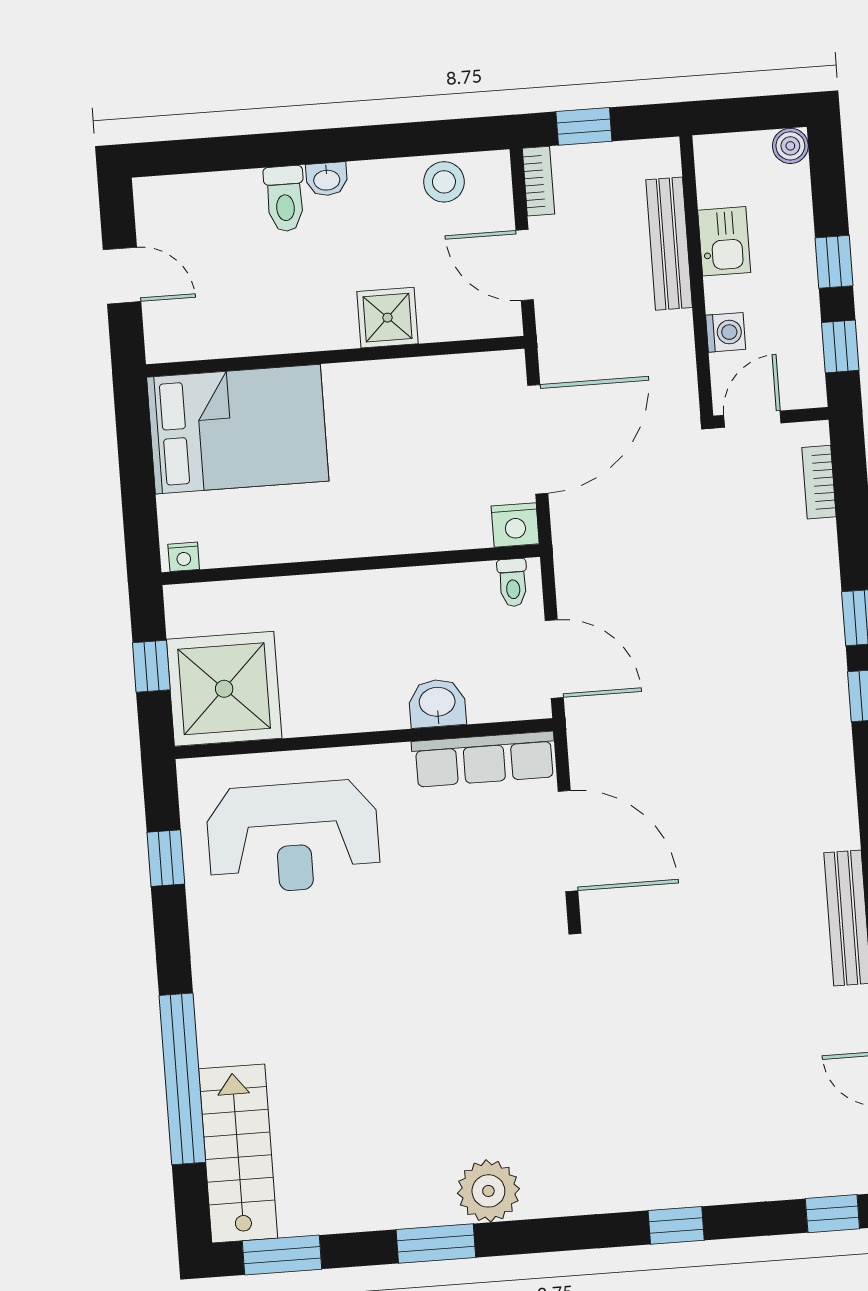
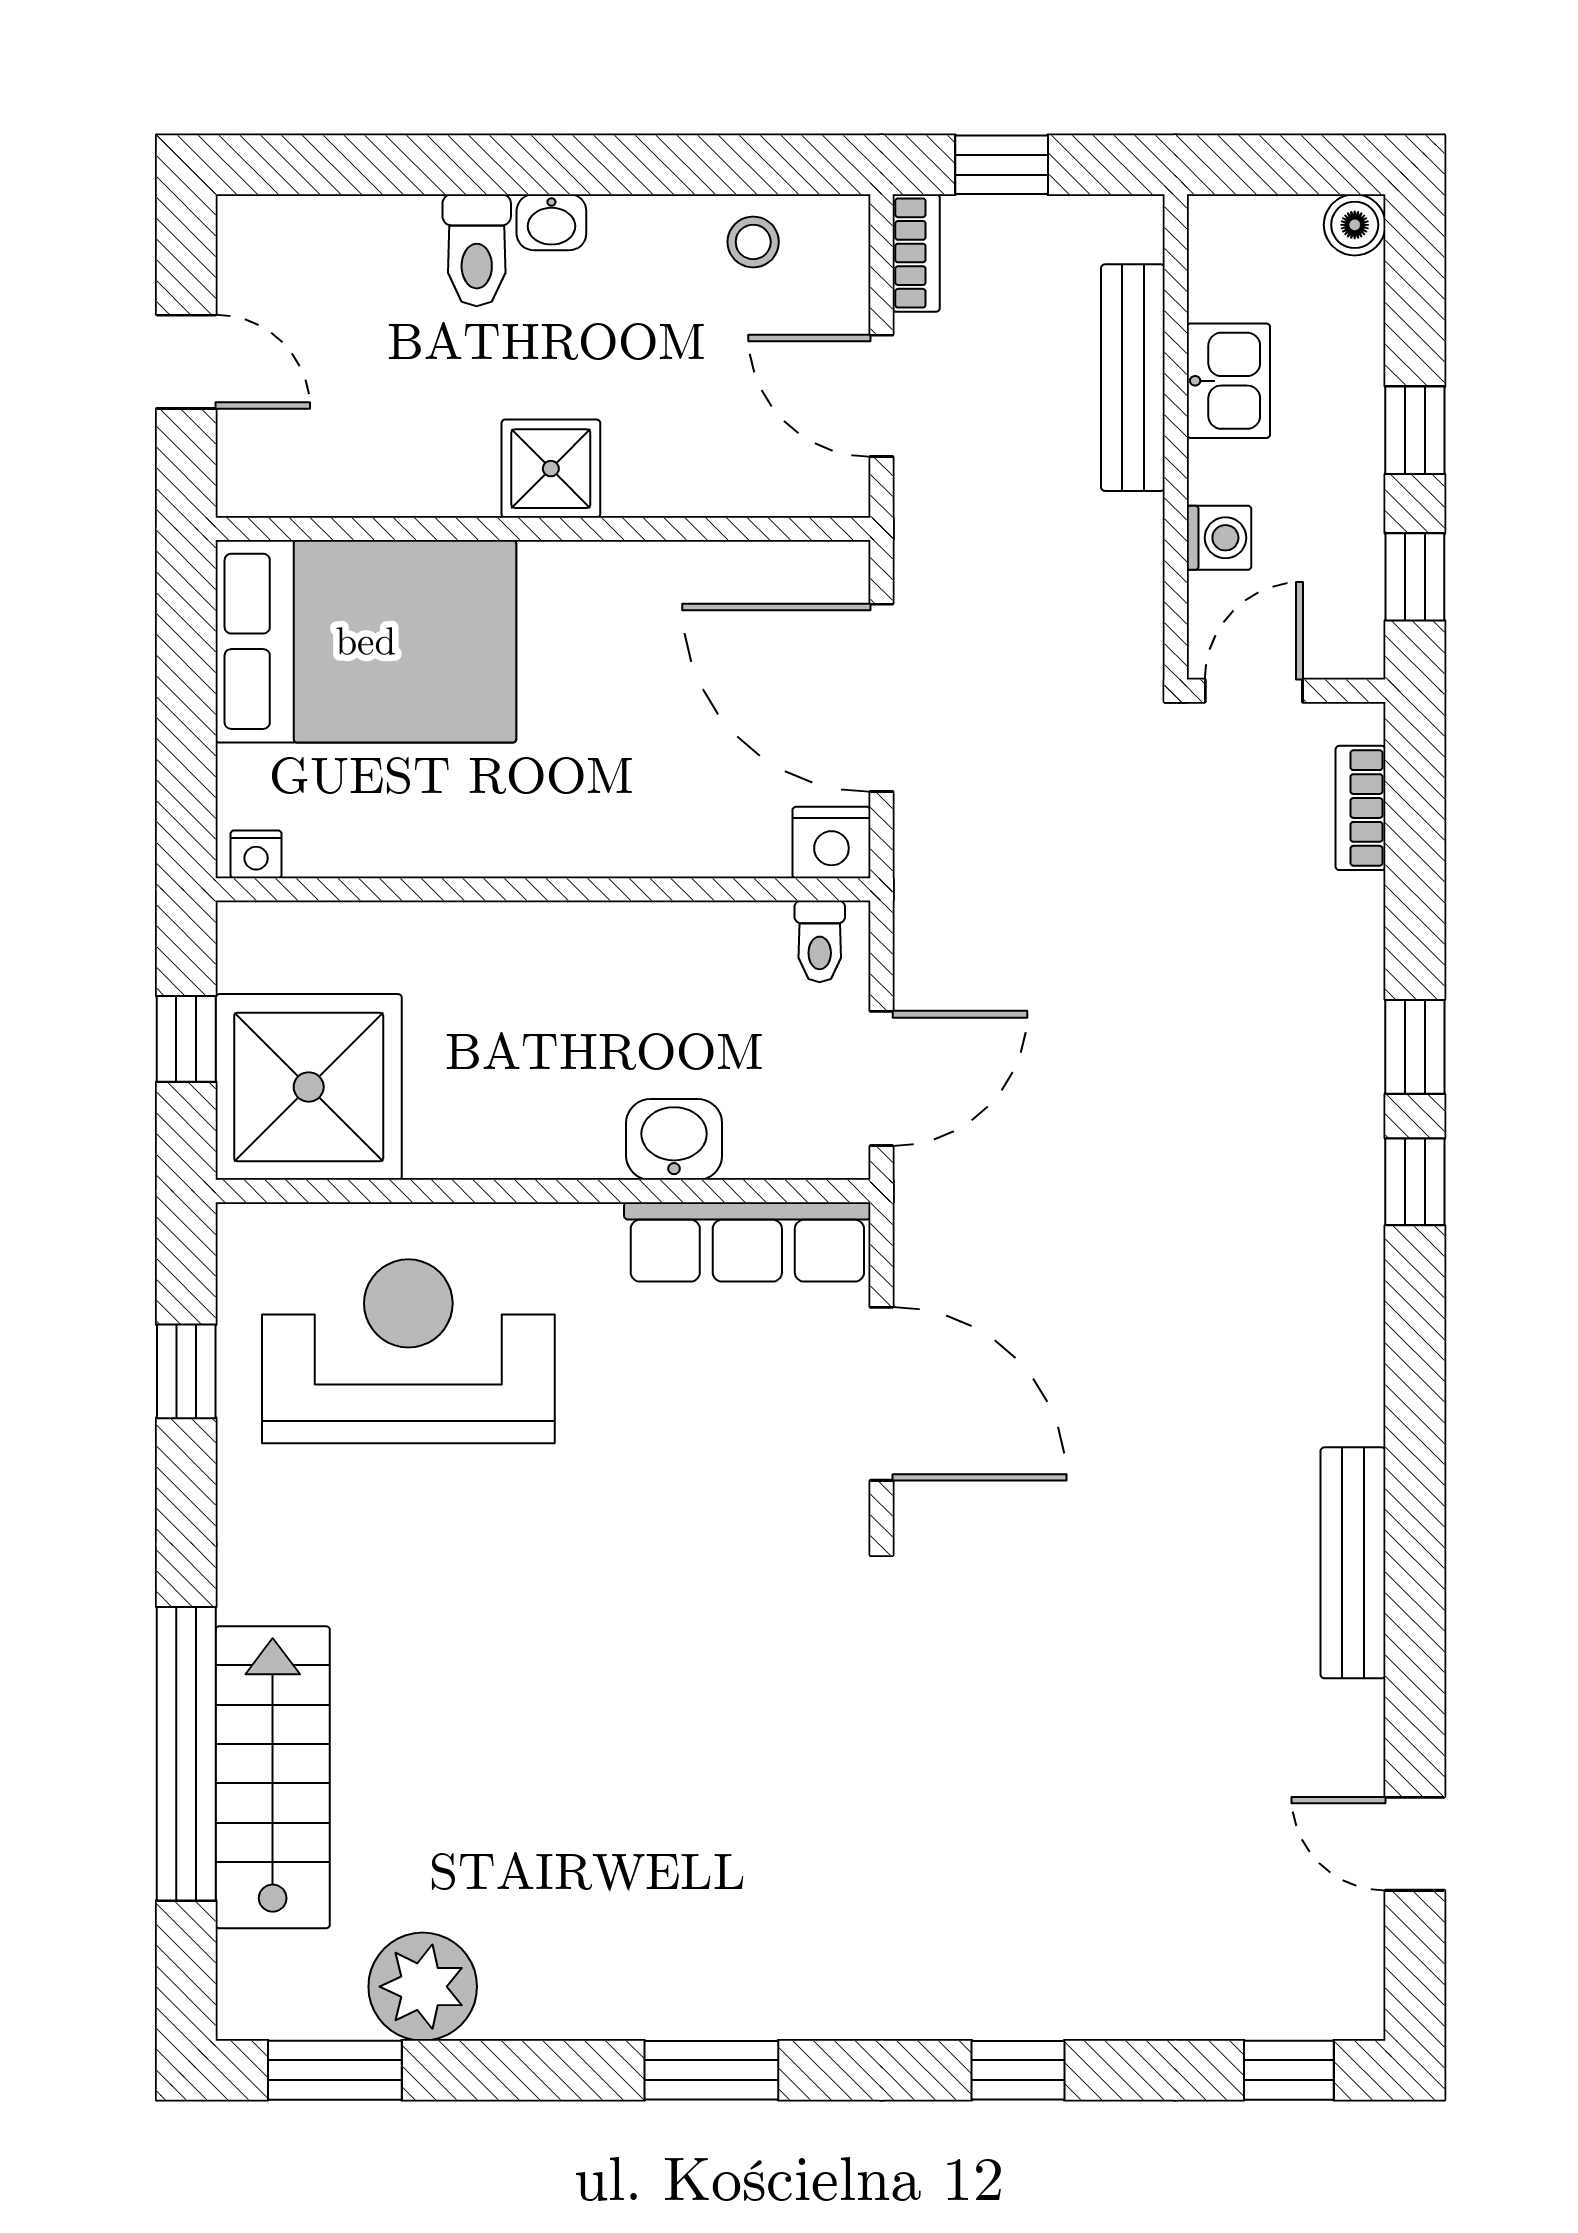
stool: (444, 182) -> (753, 242), width x0.73, depth x0.73
shower: (387, 318) -> (551, 469), moved
door: (538, 439) -> (881, 698), swing flipped
door: (554, 659) -> (881, 1078), hinge flipped
reception desk: (293, 837) -> (408, 1351), turned 180
stairs: (238, 1154) -> (273, 1777), moved
plant: (488, 1191) -> (423, 1987), moved
window: (436, 1243) -> (711, 2070), moved

